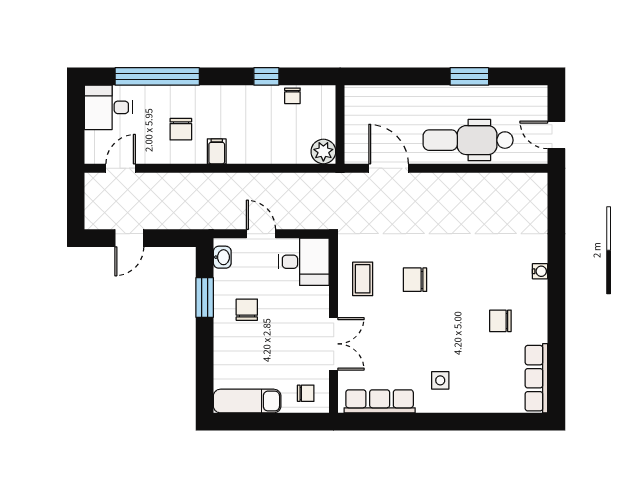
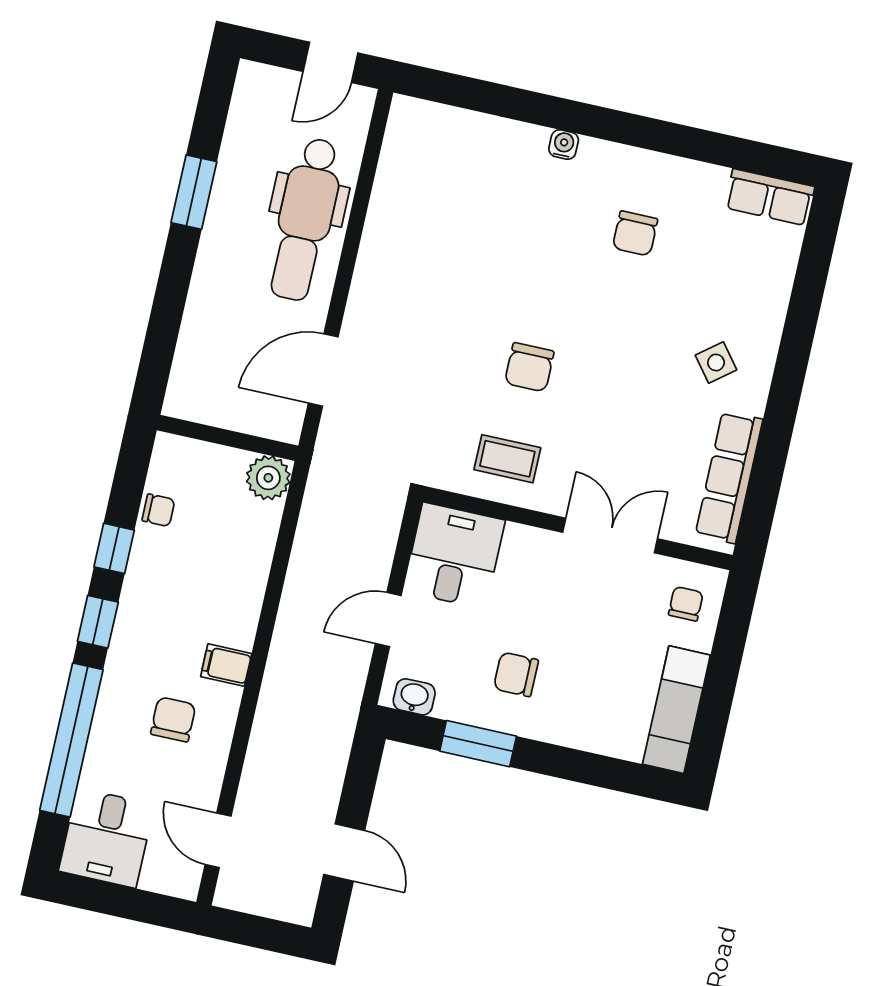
window: (225, 76) -> (98, 622), added
chair: (181, 129) -> (173, 719), turned -90
row of seats: (536, 378) -> (770, 197), width x0.68
side table: (440, 380) -> (716, 362), turned -38

